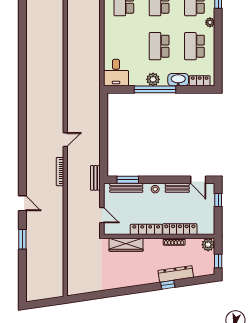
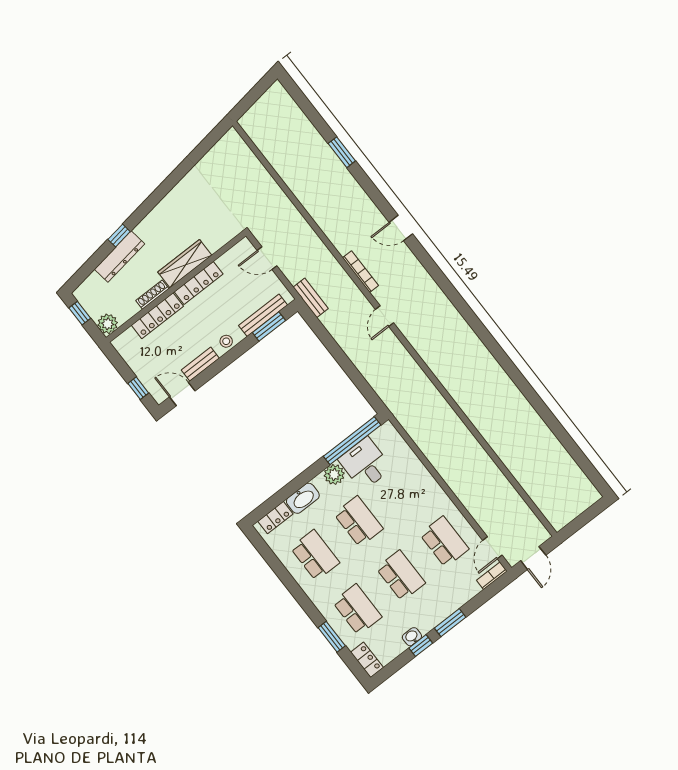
plant: (210, 22) -> (319, 599), removed
desk: (116, 73) -> (365, 464), moved
window: (155, 89) -> (352, 441), moved
door: (22, 203) -> (401, 228), moved
wardrobe: (126, 245) -> (185, 264), moved

